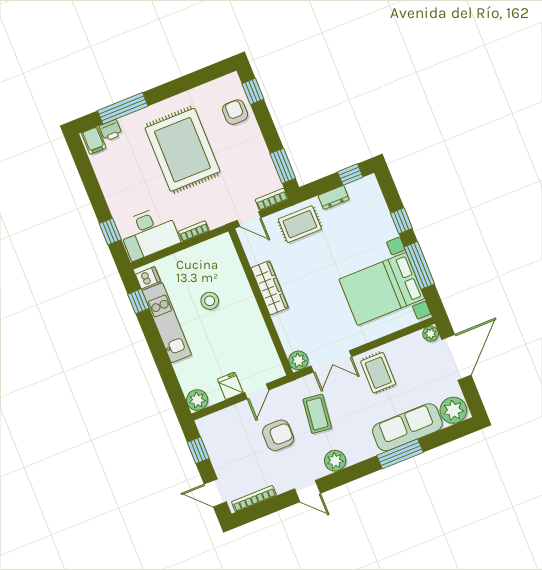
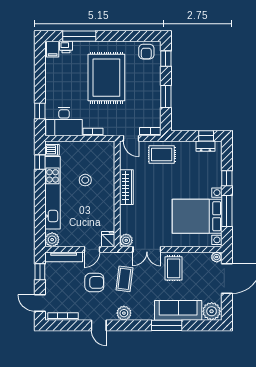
armchair: (235, 112) -> (146, 52), moved, turned 180
window: (283, 166) -> (166, 97), moved
dresser: (334, 197) -> (205, 146), moved
kitchen unit: (167, 323) -> (52, 193), width x1.36
fridge: (230, 386) -> (108, 239), moved
tv unit: (222, 417) -> (64, 257), added

